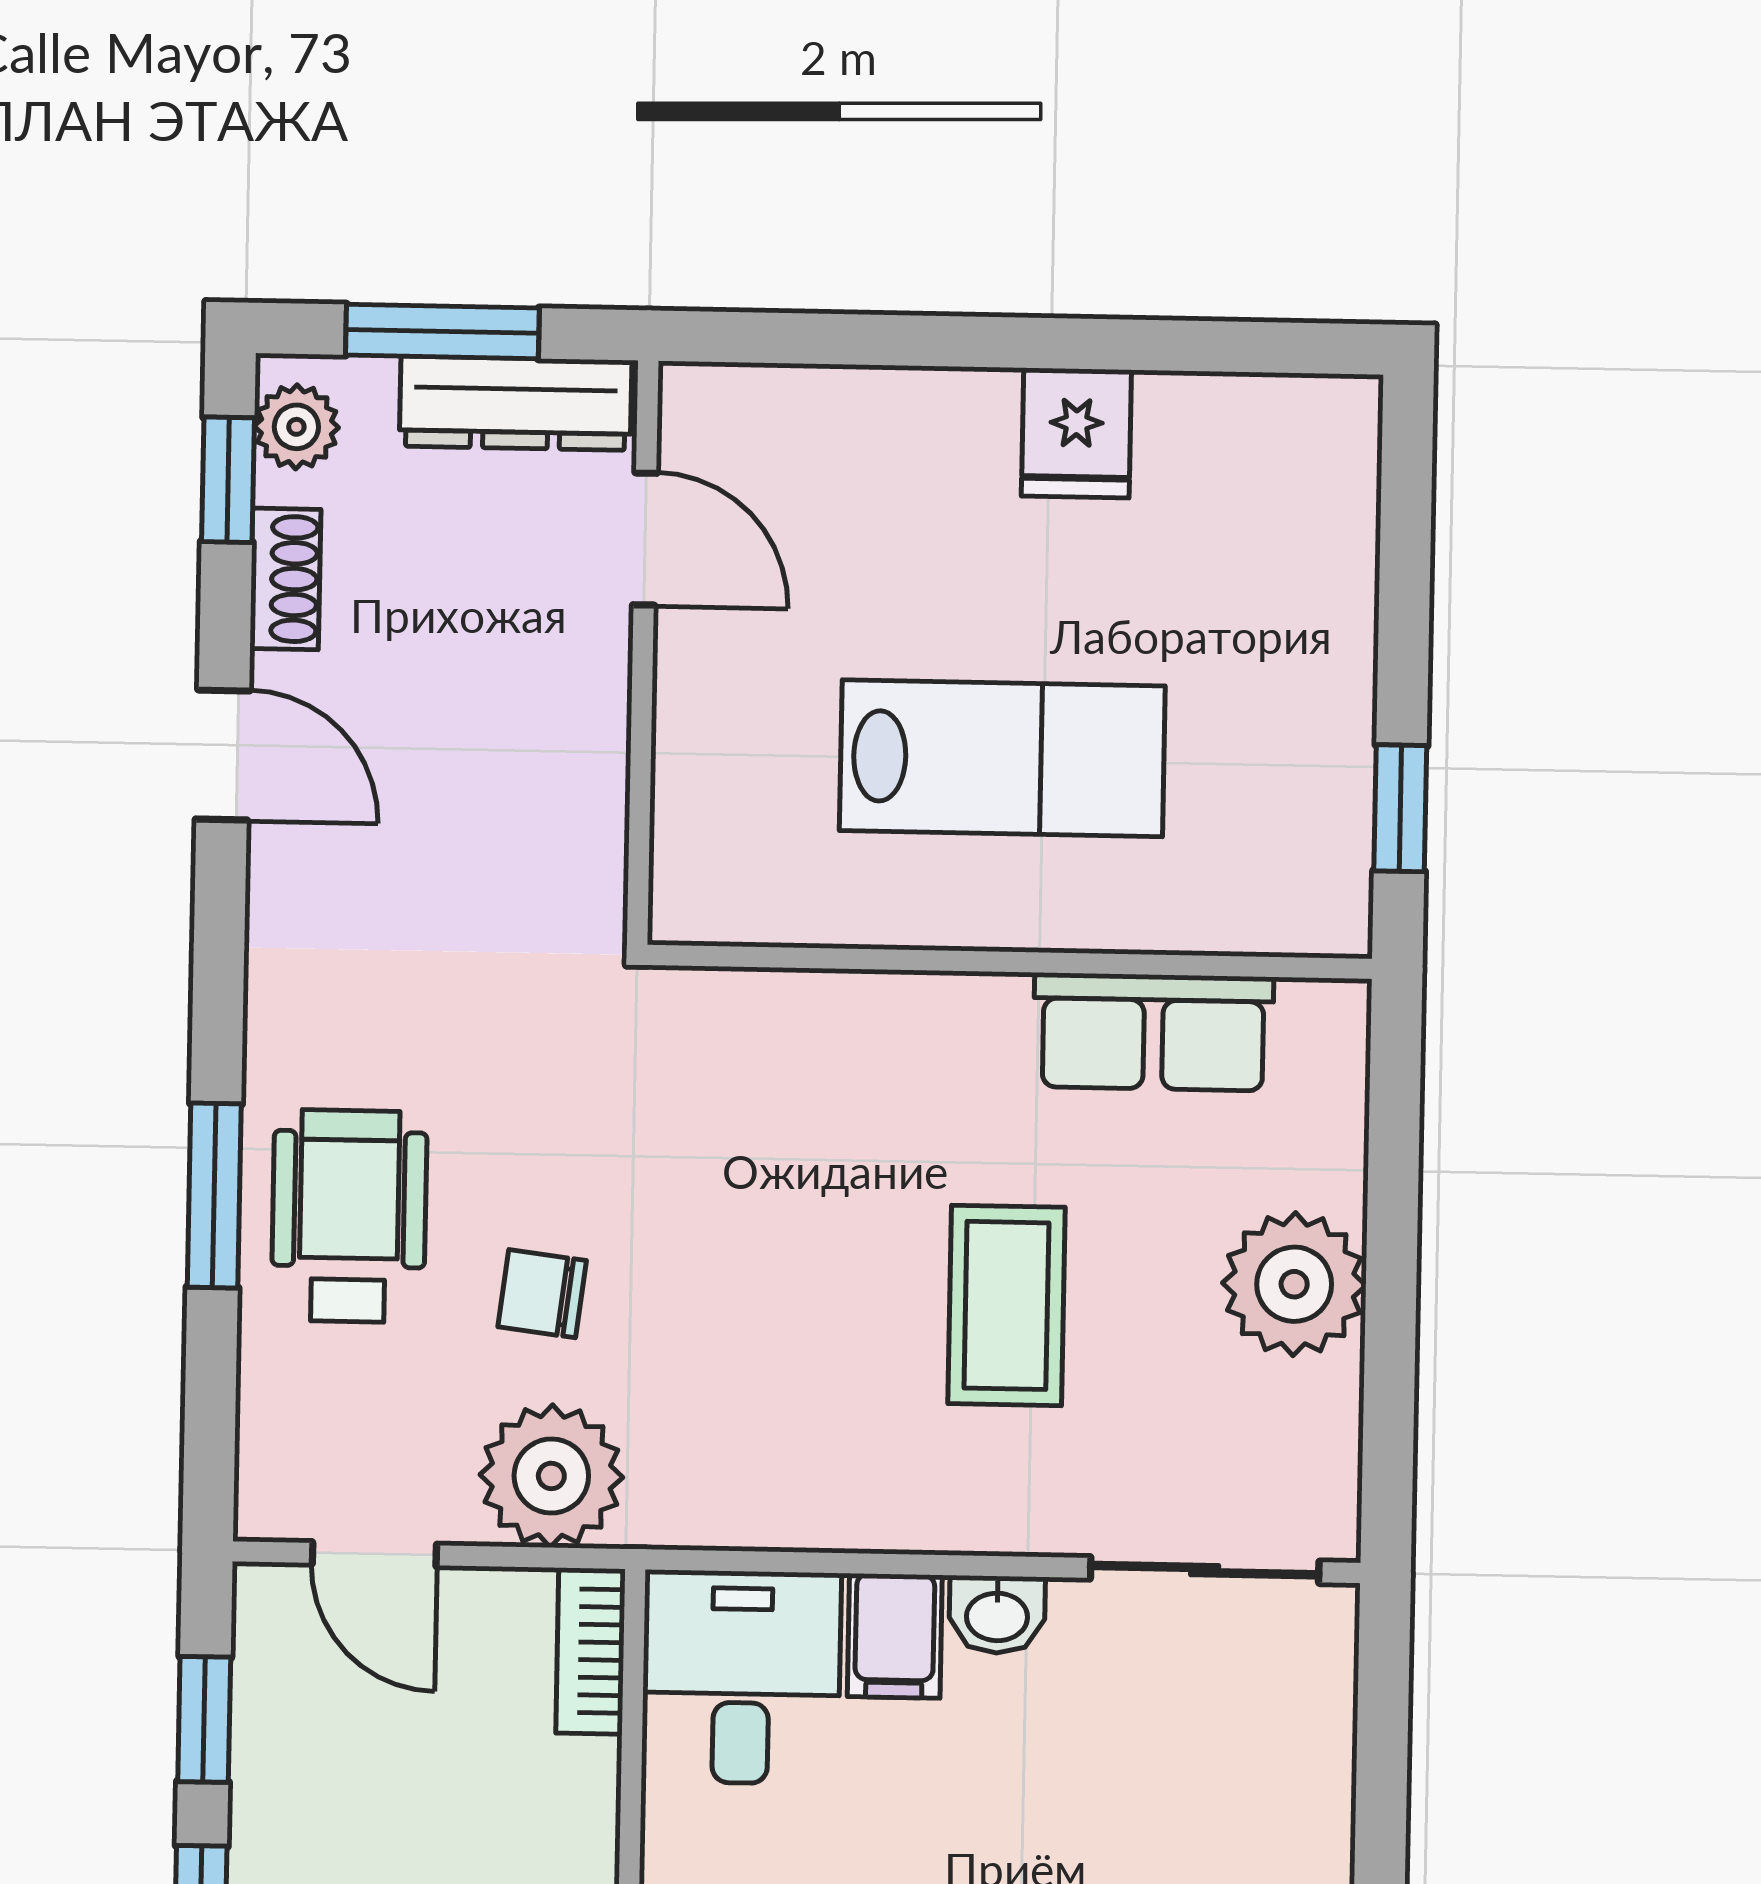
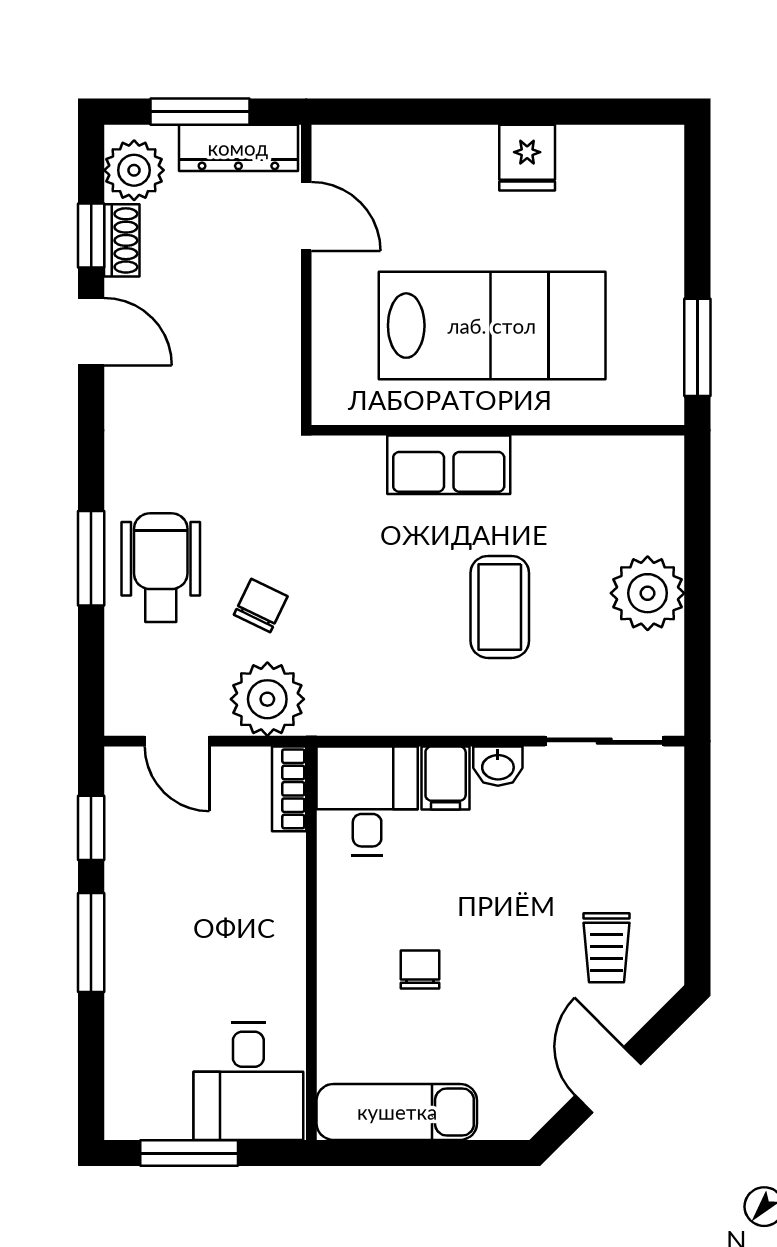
plant: (296, 427) -> (134, 170), width x1.38, depth x1.38
window: (228, 480) -> (91, 236), moved
lab bench: (1002, 758) -> (492, 326), width x1.36, depth x1.39
window: (1400, 808) -> (697, 347), width x1.50
row of seats: (1153, 1032) -> (449, 465), moved
chair: (542, 1294) -> (261, 606), turned 109

